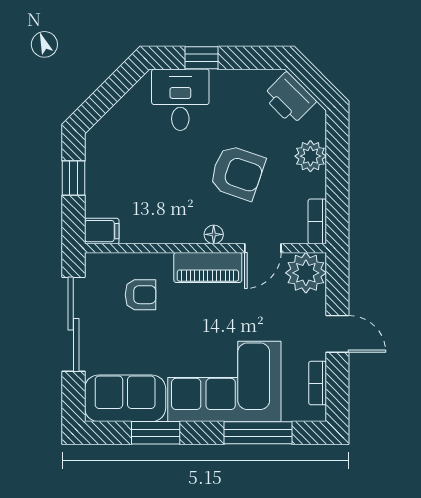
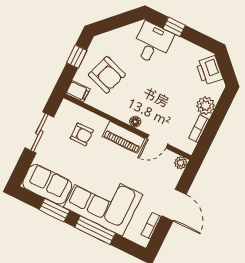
armchair: (237, 173) -> (107, 75), moved
bookcase: (317, 221) -> (199, 129), moved
plant: (306, 273) -> (181, 163), width x0.53, depth x0.53
sliding door: (73, 324) -> (39, 133), width x0.73
door: (337, 334) -> (174, 205), width x1.38
window: (258, 433) -> (95, 230), moved

